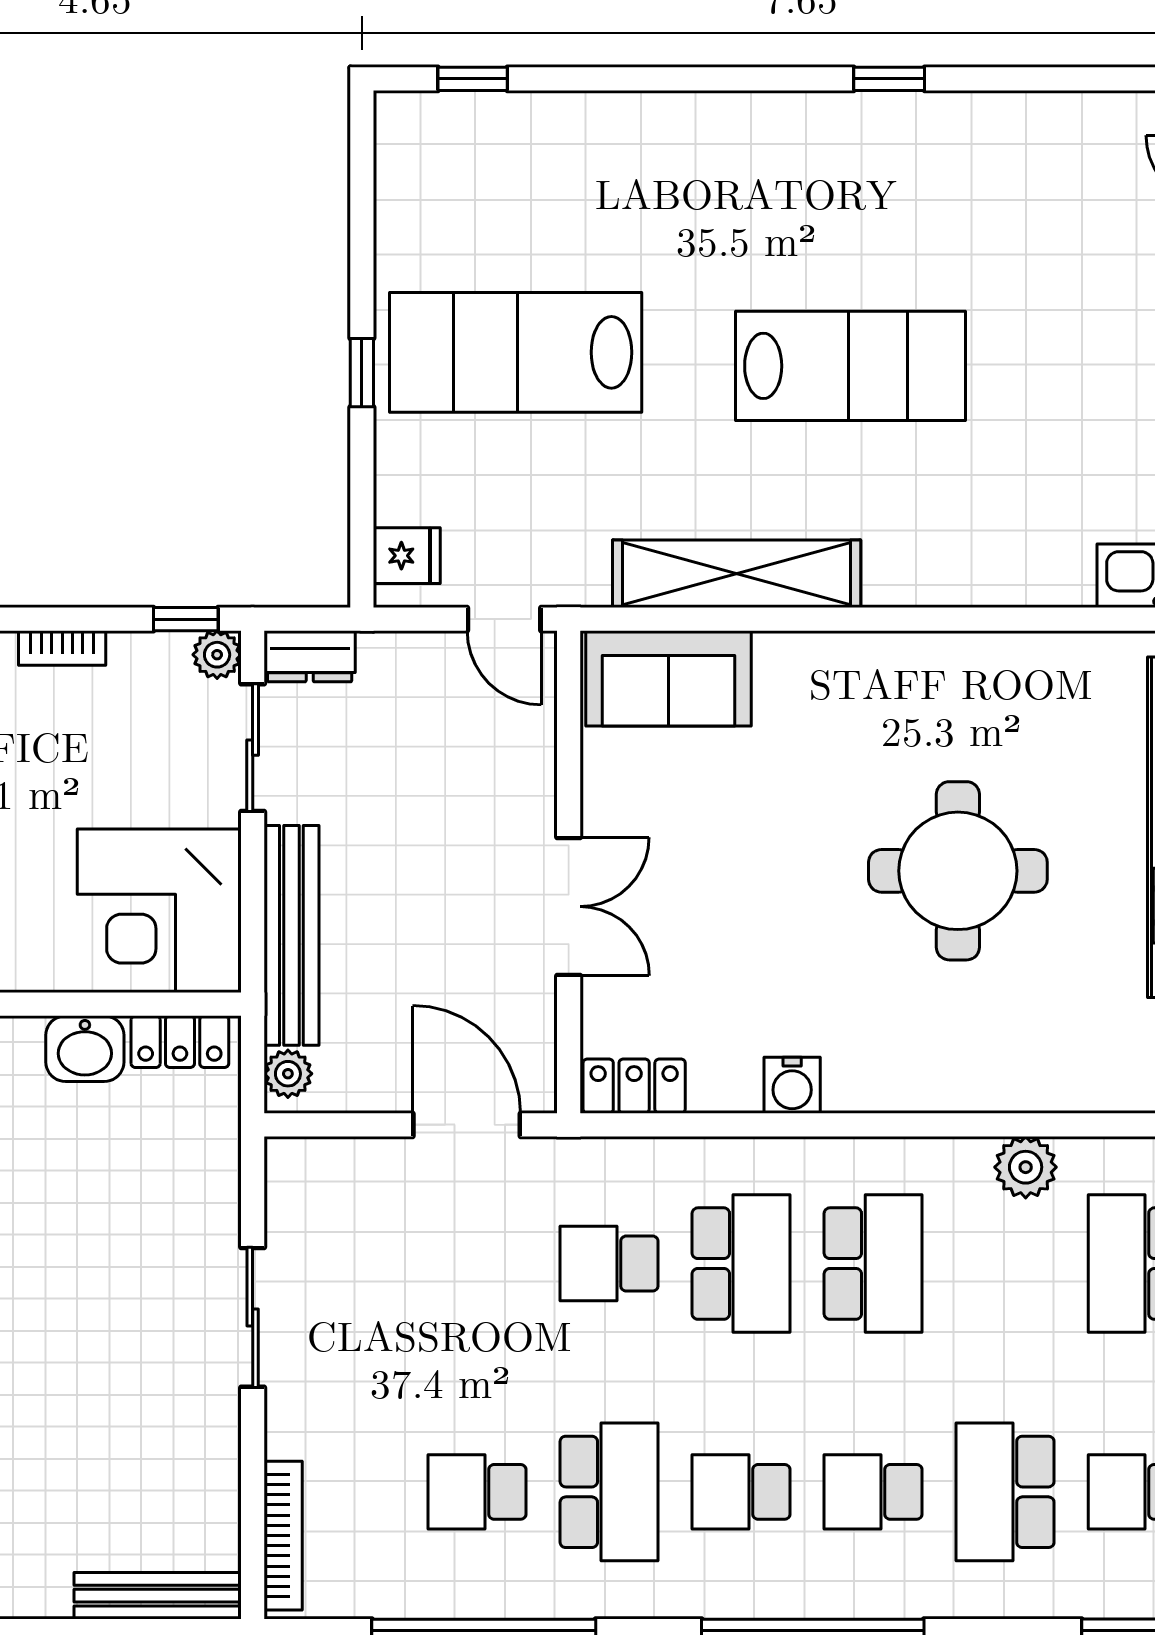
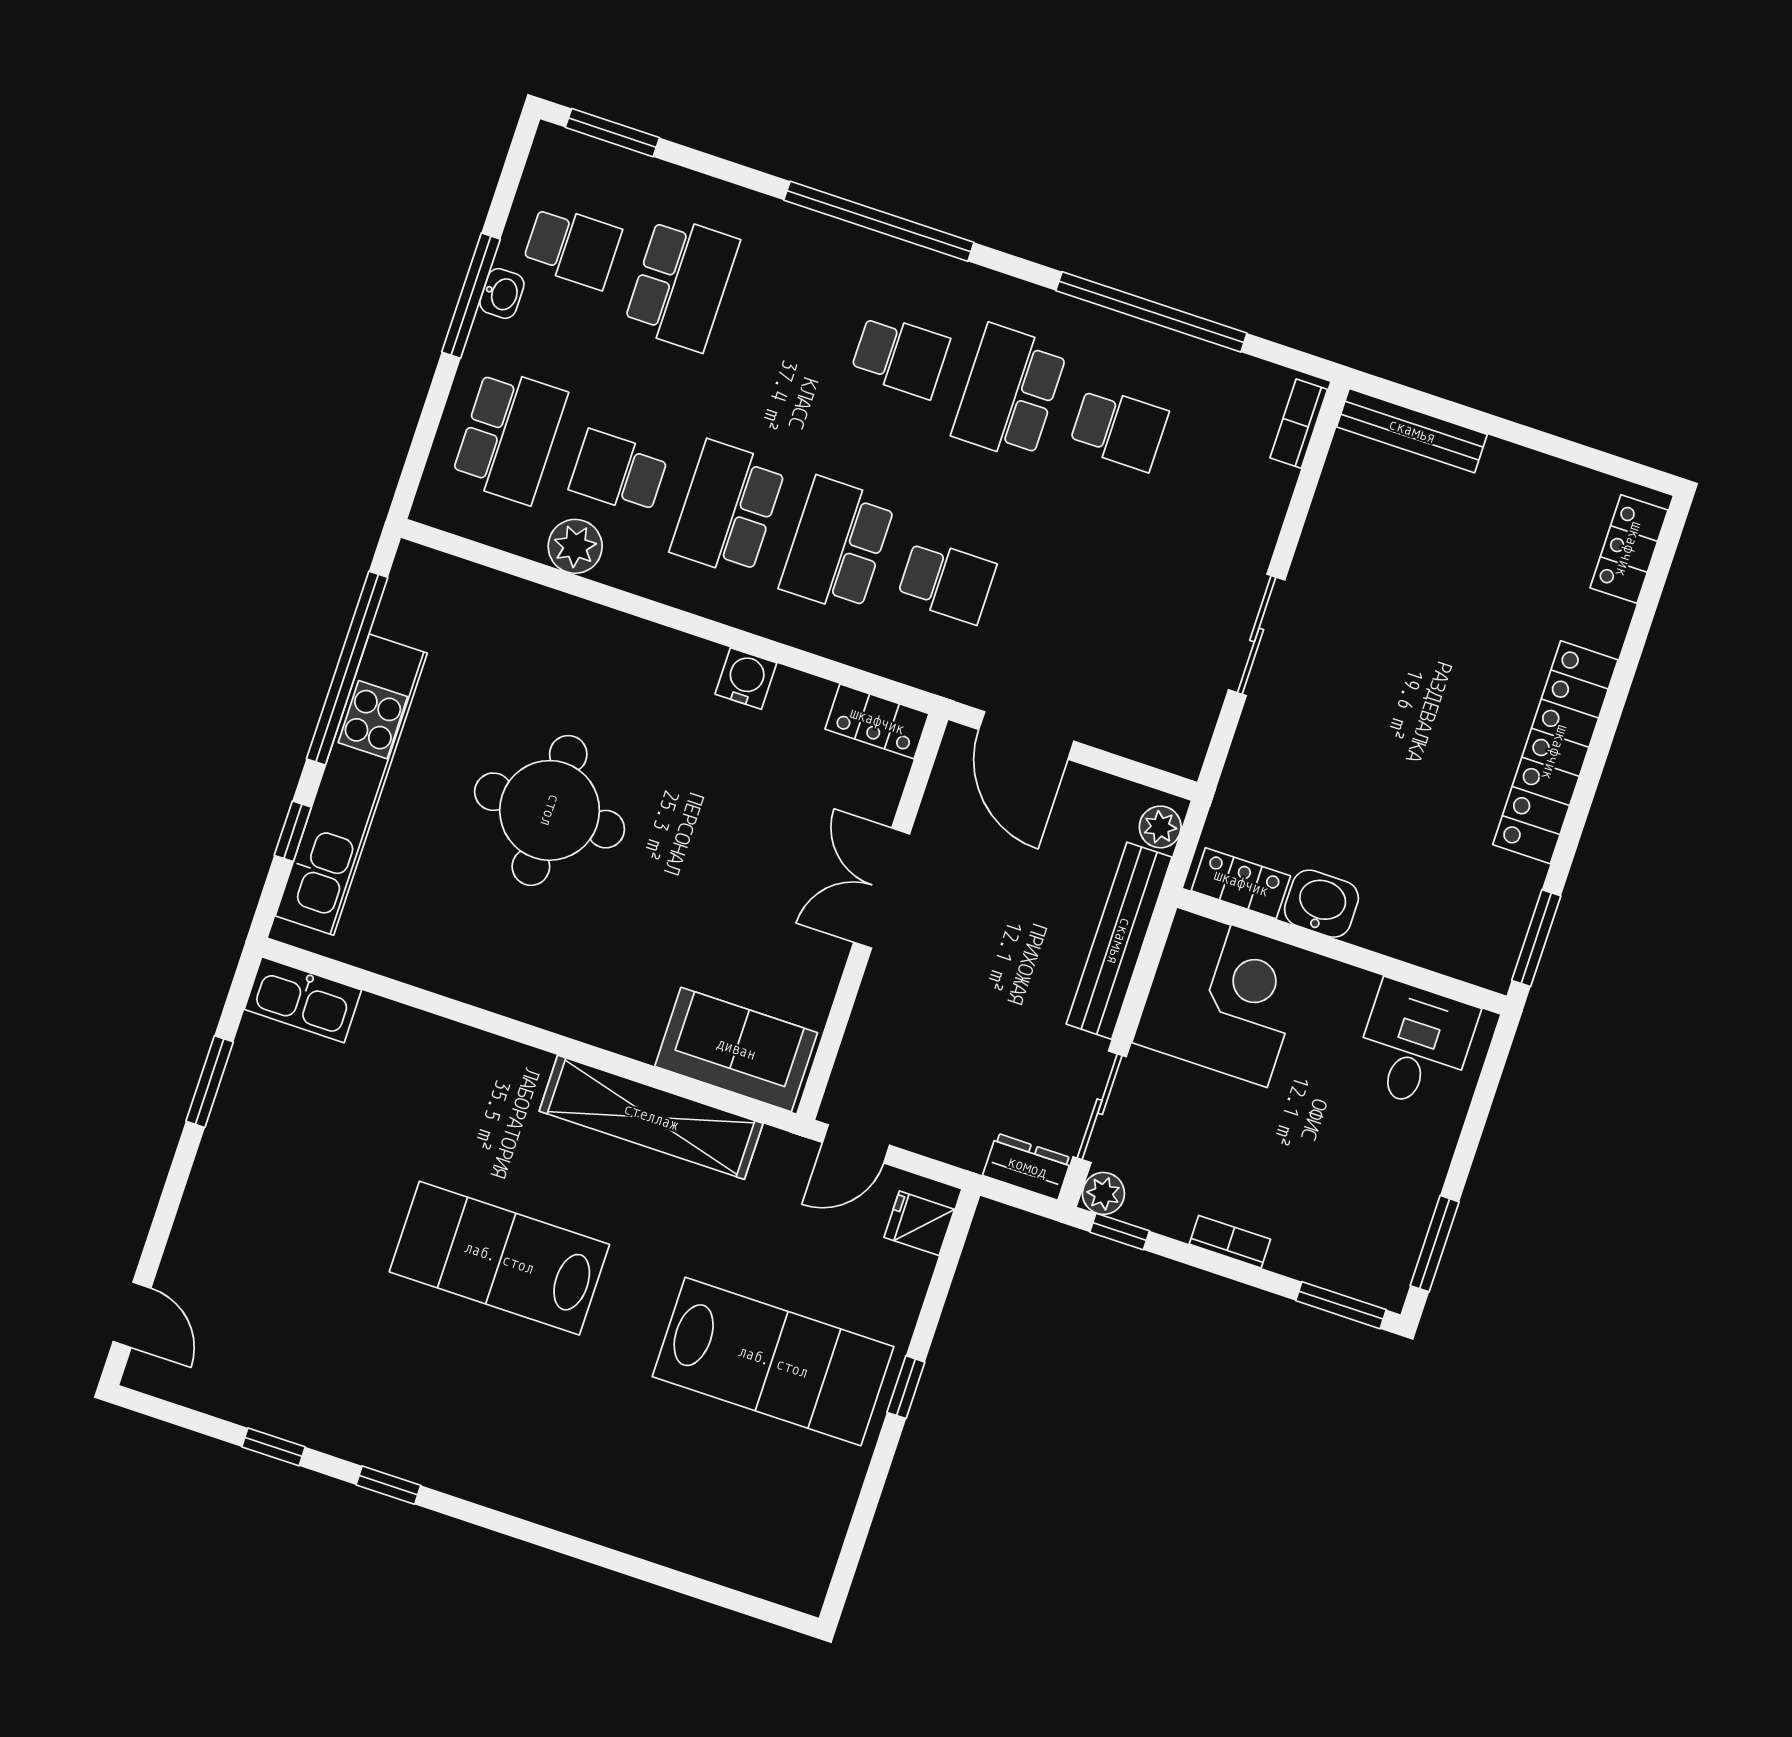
window: (473, 79) -> (273, 1447), moved
door: (504, 619) -> (856, 1144), swing flipped
school desk: (873, 1492) -> (619, 472), moved, turned 180
bookcase: (283, 1536) -> (1299, 424), width x0.64

